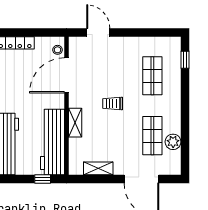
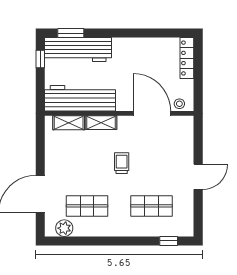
door: (98, 32) -> (198, 177), moved
plant: (173, 142) -> (64, 228), moved
shelving: (98, 168) -> (69, 123), moved, turned 90
window: (43, 179) -> (40, 59), moved

